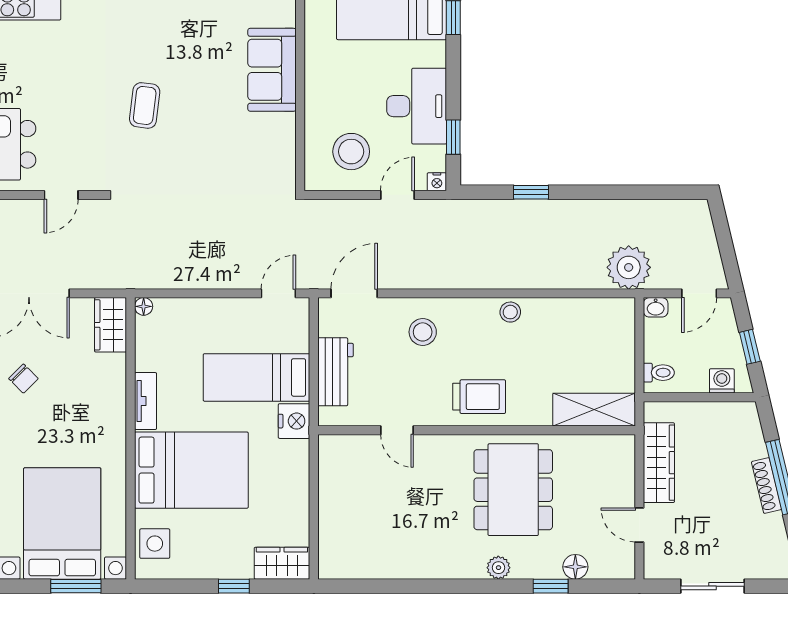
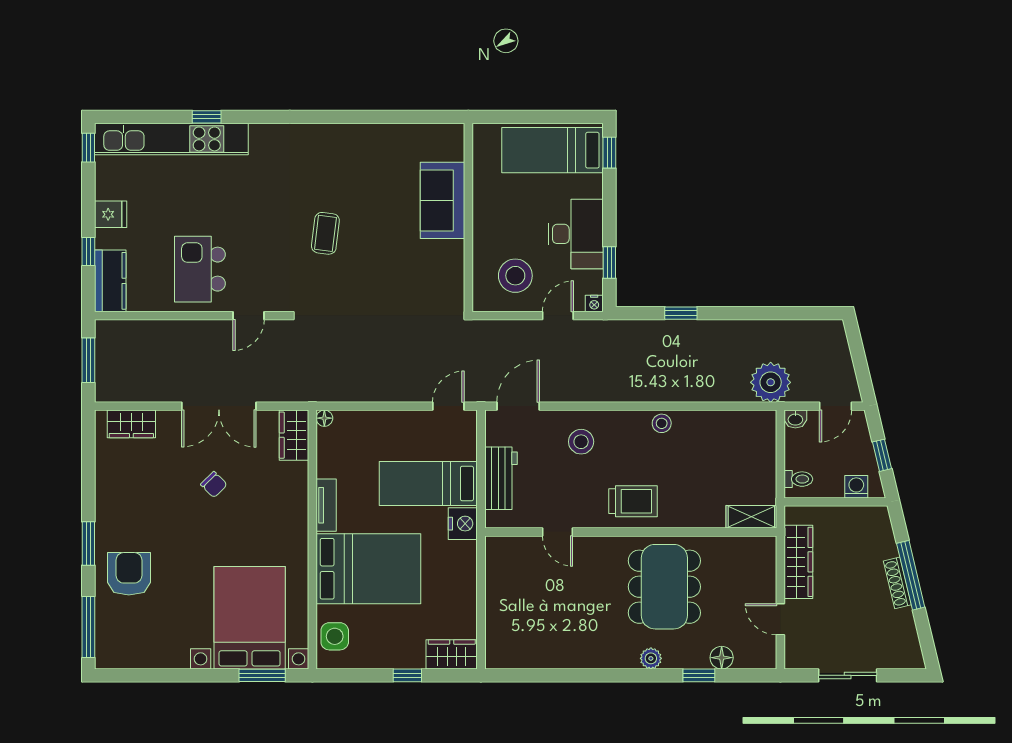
shelving: (594, 410) -> (751, 517), width x0.67, depth x0.75

